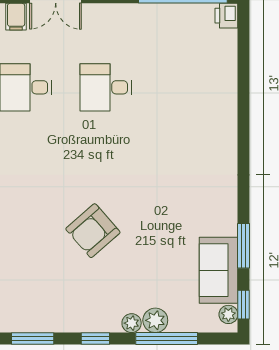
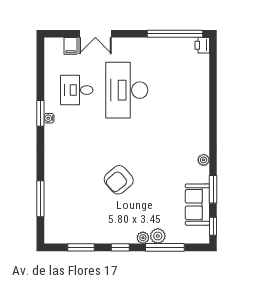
desk: (106, 87) -> (127, 90), width x1.87, depth x1.30
plant: (228, 314) -> (204, 160), moved

